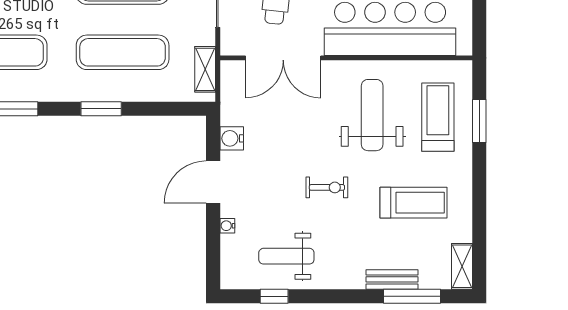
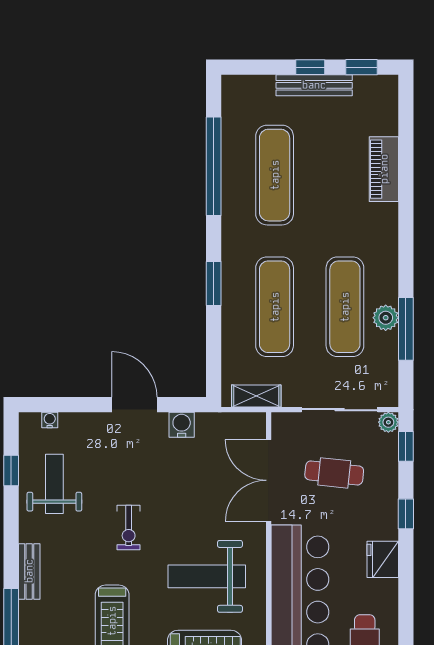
weight bench: (372, 115) -> (207, 576), turned 180
water cooler: (227, 226) -> (50, 420), moved
bench: (392, 279) -> (29, 571), moved

